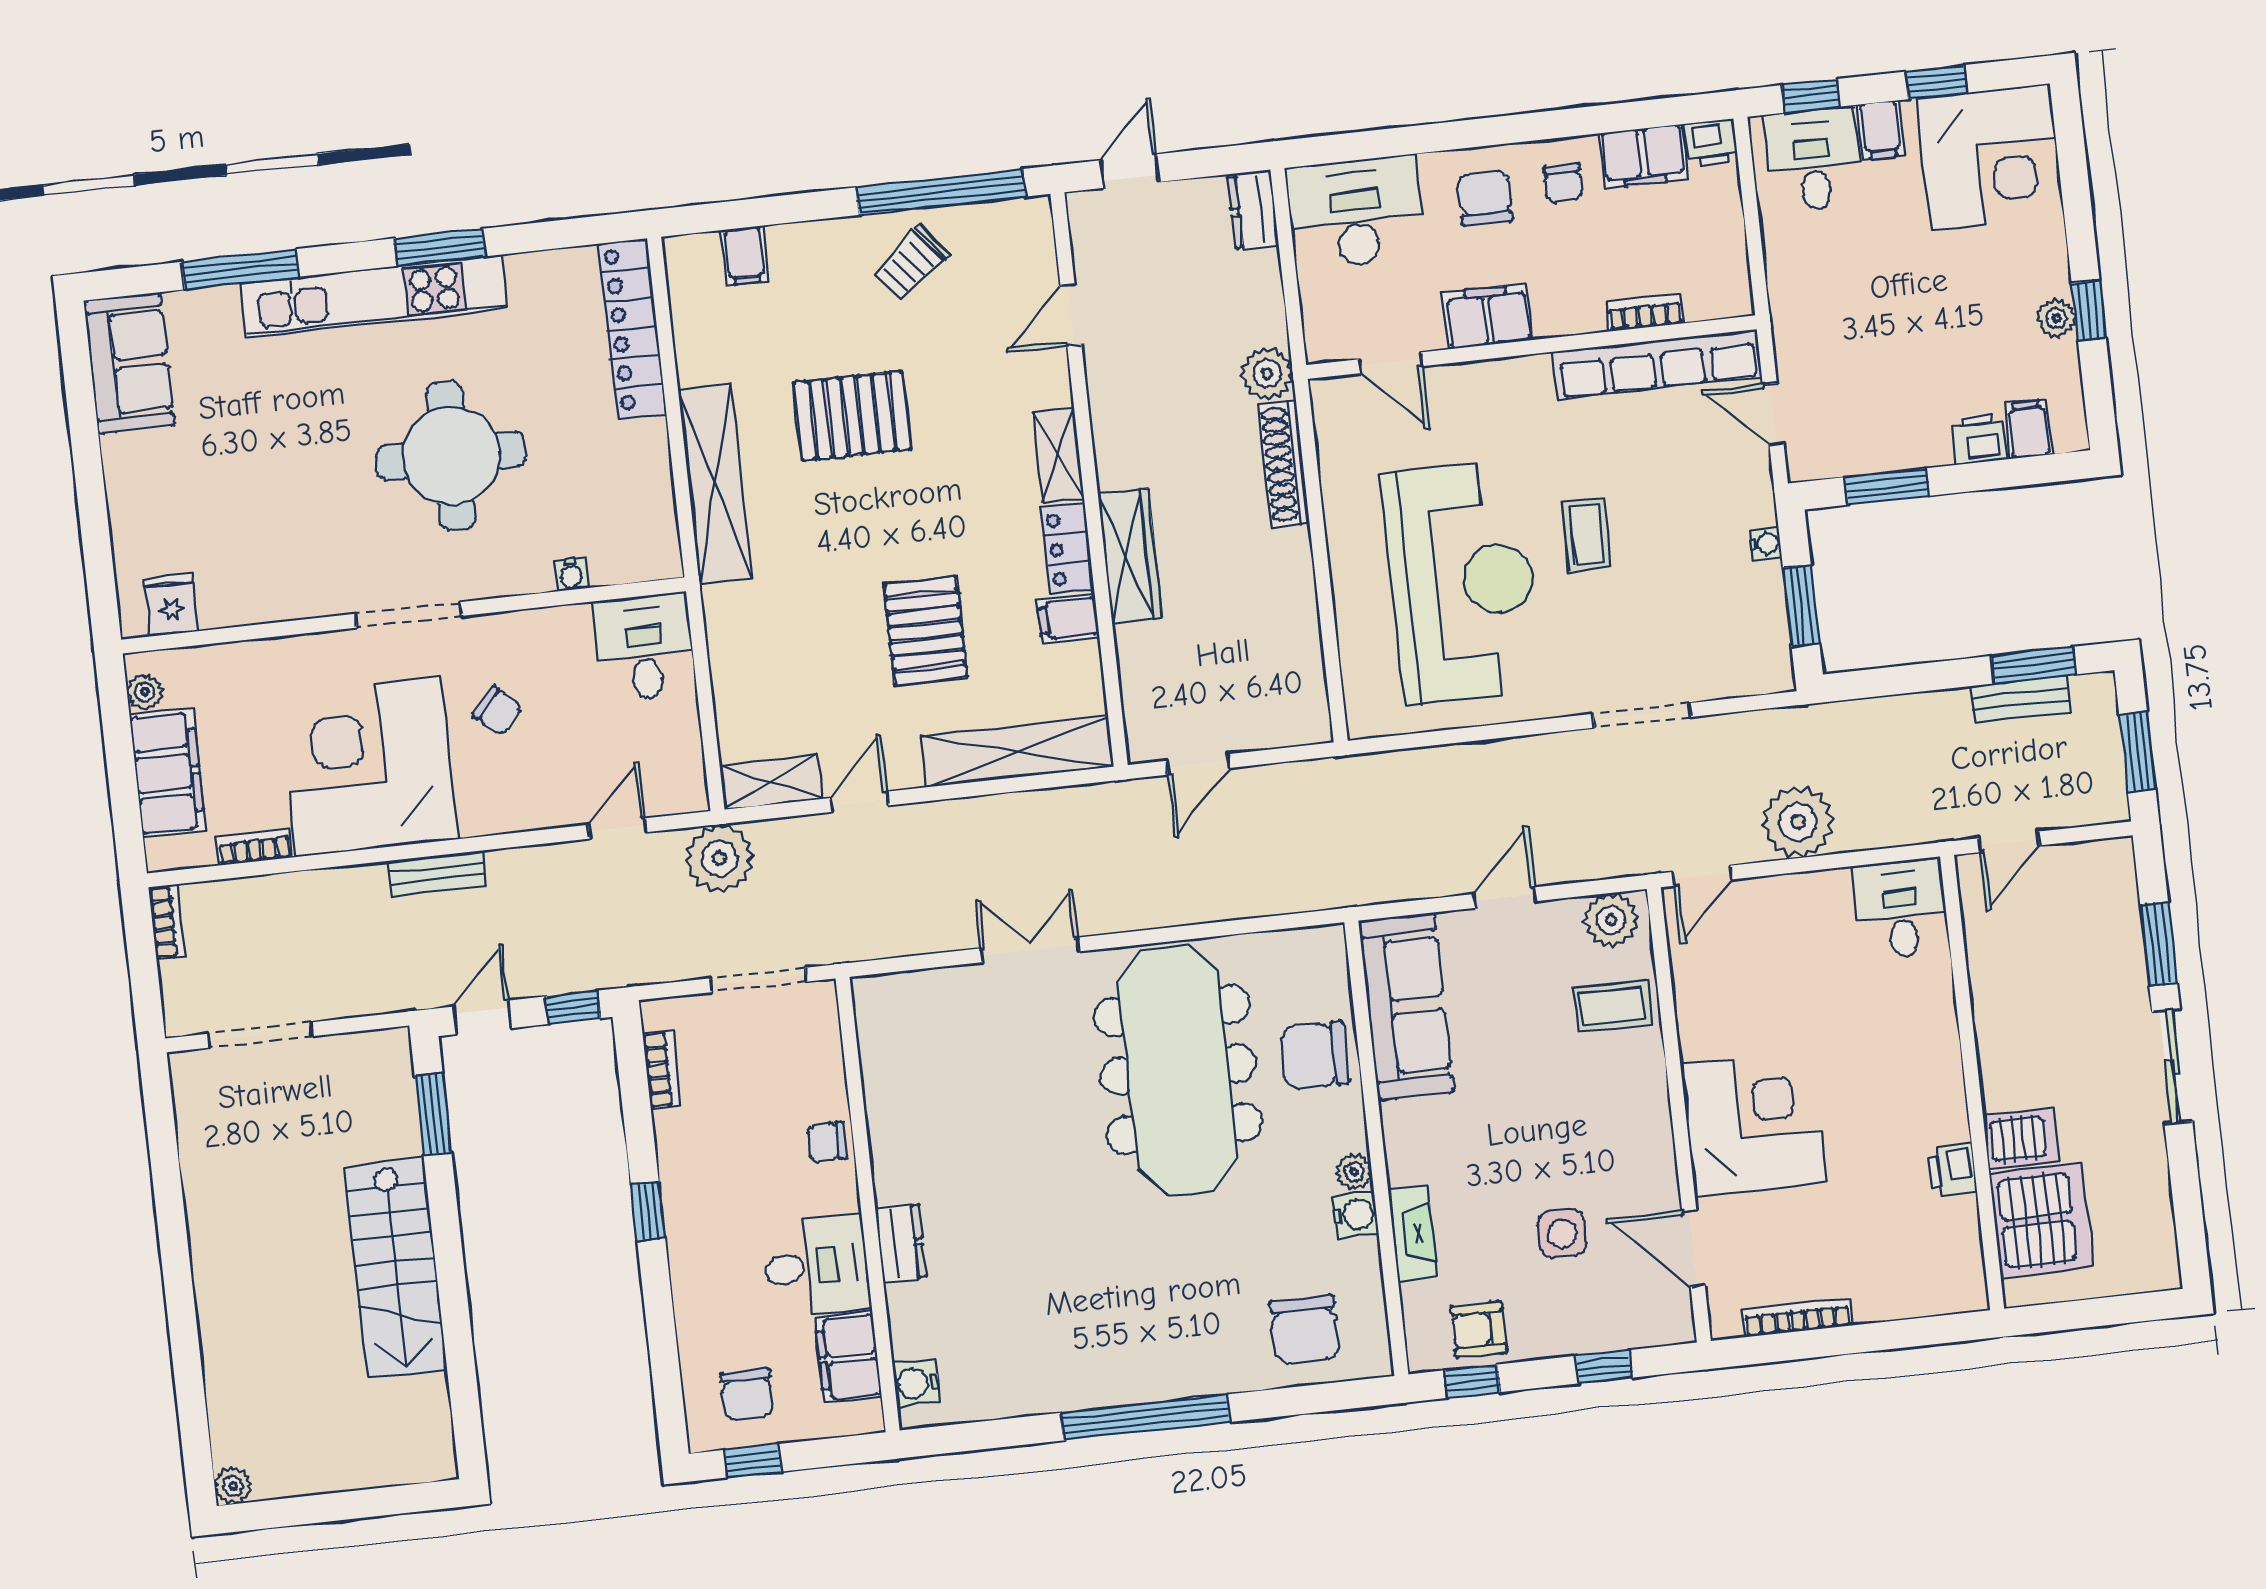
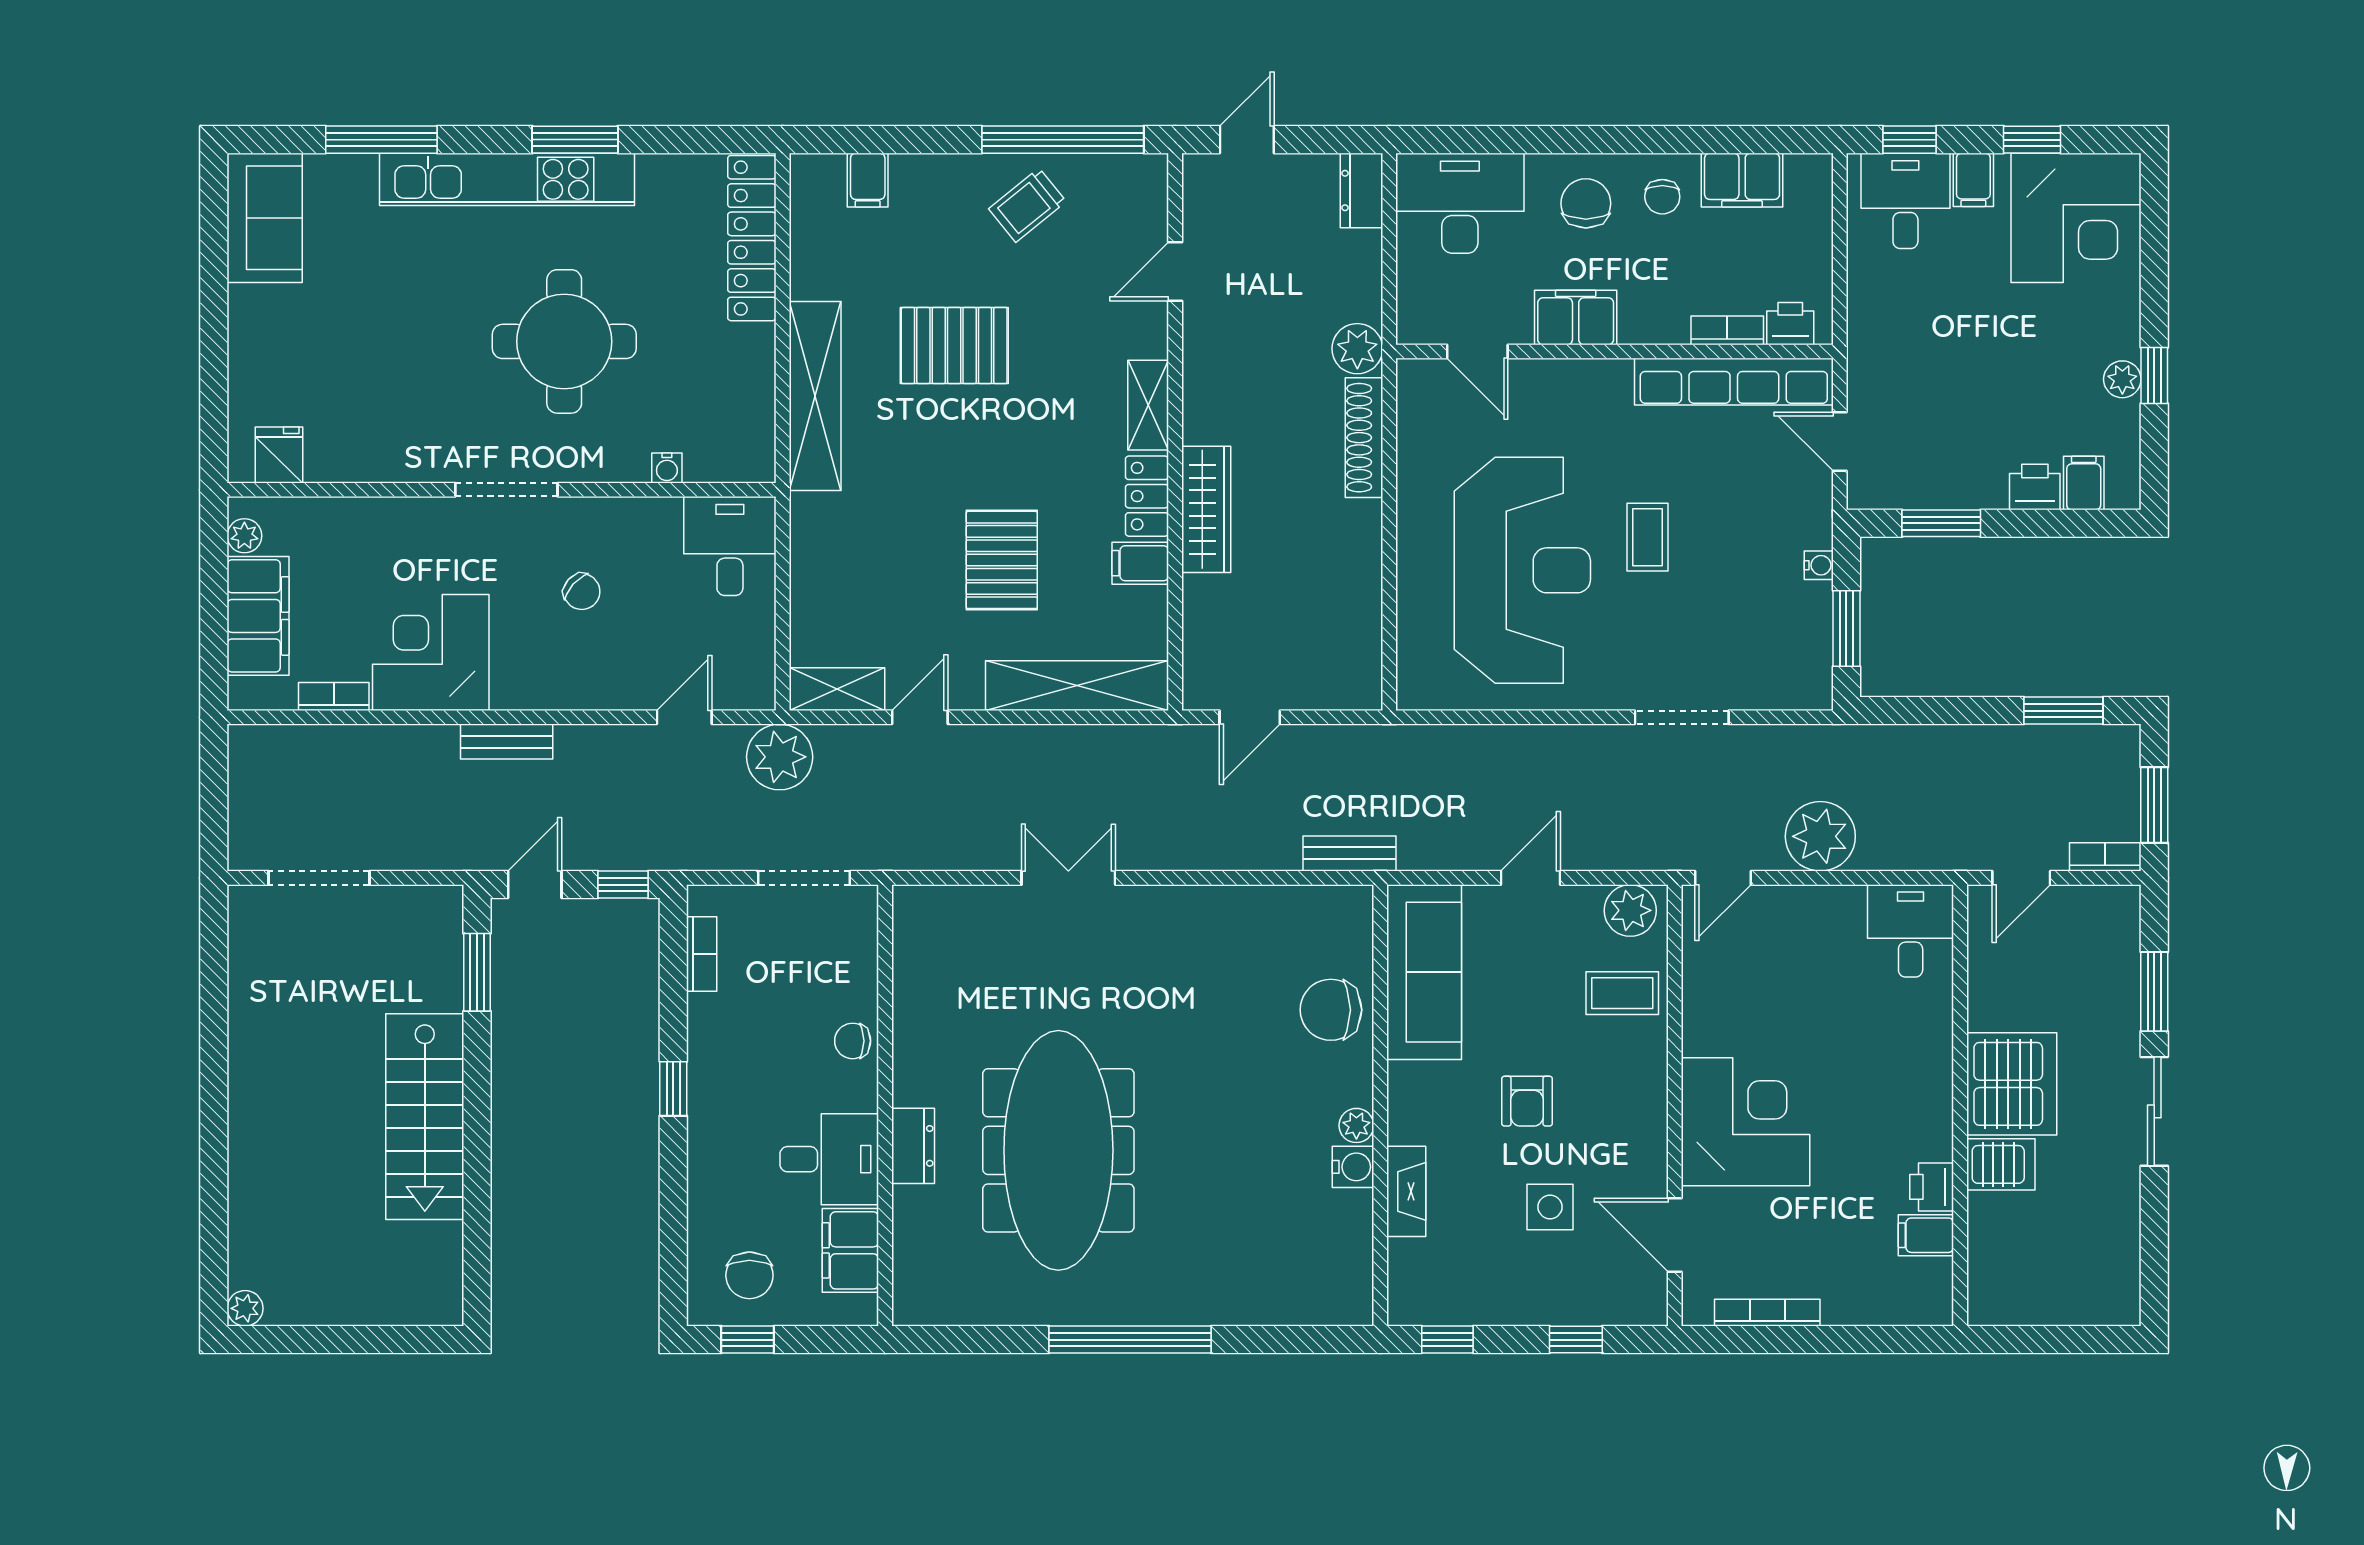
printer: (1712, 143) -> (1790, 324), moved, turned 180
bench: (2020, 699) -> (1349, 853), moved
corner desk: (368, 767) -> (431, 652), width x0.74, depth x0.74
bookcase: (167, 922) -> (2105, 857), moved, turned -90
meeting table: (1178, 1070) -> (1058, 1150), moved
filing cabinet: (1952, 1220) -> (1926, 1235), added
server rack: (2041, 1220) -> (2012, 1084), moved
chair: (1305, 1330) -> (1292, 1272), removed
armchair: (1479, 1330) -> (1527, 1101), moved, turned -90
water cooler: (916, 1383) -> (913, 1282), removed

